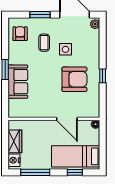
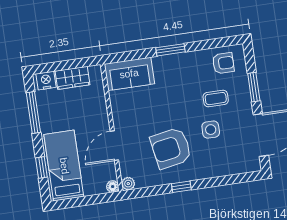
plant: (95, 24) -> (128, 184), moved
armchair: (74, 79) -> (171, 148), turned 80
sofa: (18, 82) -> (129, 74), moved

